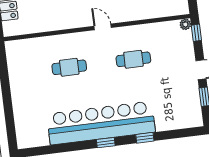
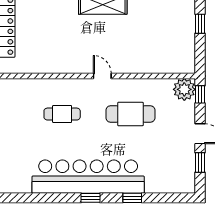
plant: (185, 24) -> (184, 89), width x1.88, depth x1.88
cafe table: (133, 59) -> (130, 114), width x1.37, depth x1.35

